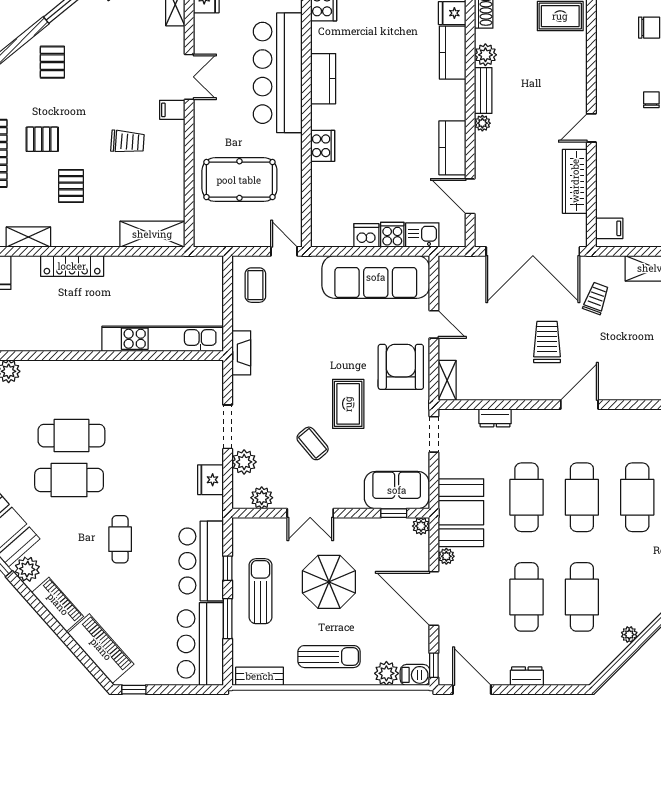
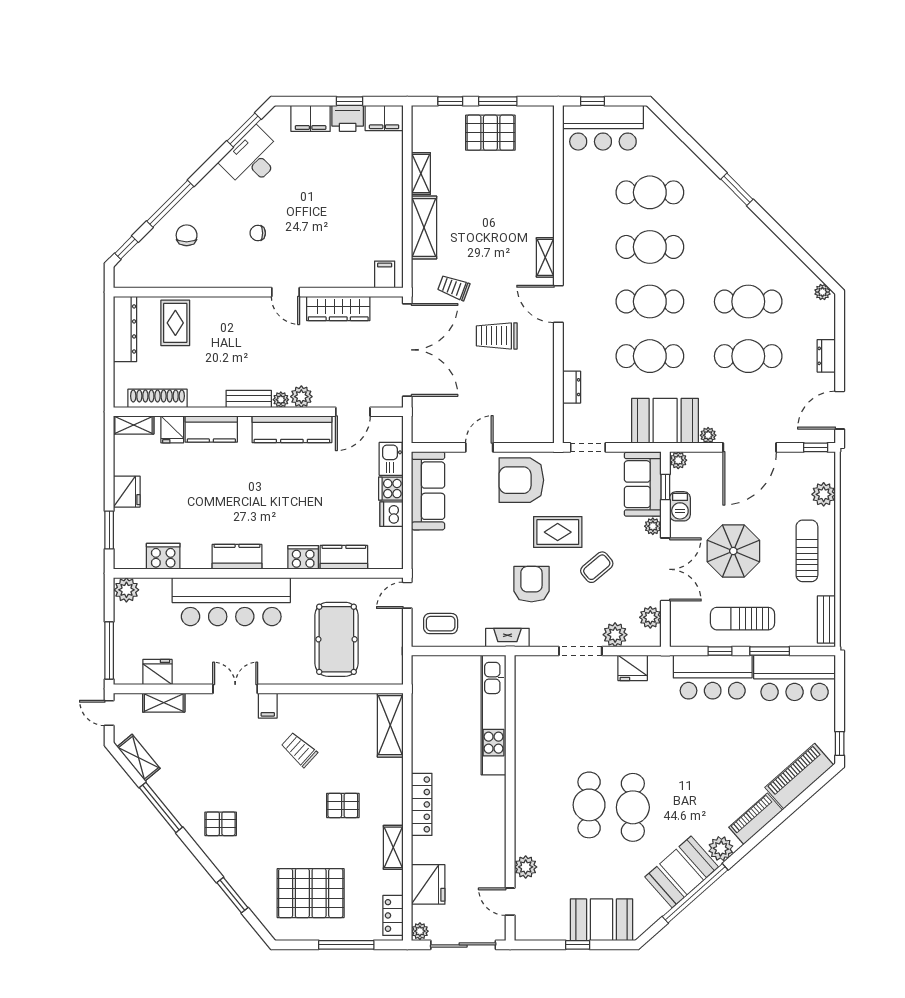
plant: (485, 55) -> (301, 397), moved
pallet: (42, 139) -> (297, 834), removed
trolley: (128, 142) -> (299, 750), turned -52
kitchen counter: (452, 148) -> (292, 429), width x1.50
kitchen counter: (323, 187) -> (344, 557), added
sofa: (376, 277) -> (428, 491), width x0.74, depth x0.79
armchair: (295, 377) -> (531, 584), added
shelving: (447, 380) -> (545, 257), moved, turned 90
plant: (354, 500) -> (653, 526), added
double door: (310, 513) -> (665, 569), width x1.37
cafe table: (120, 539) -> (691, 757), removed
plant: (629, 635) -> (822, 292), moved
barbecue: (415, 675) -> (680, 506), moved, turned 180

